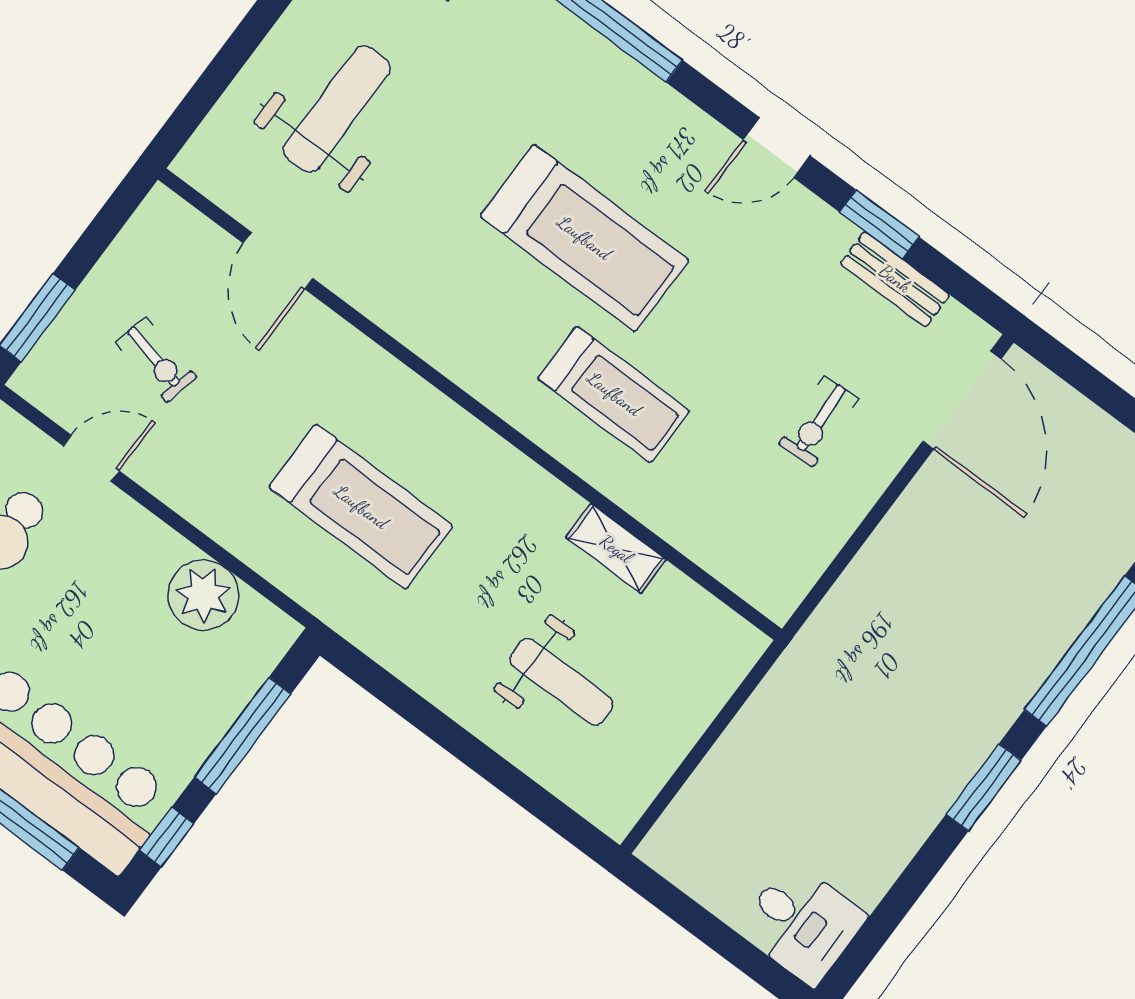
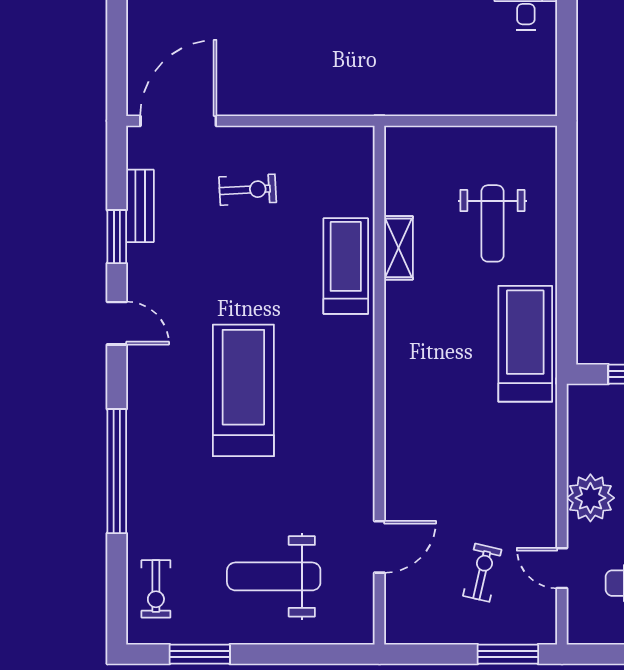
treadmill: (614, 394) -> (346, 266), moved
treadmill: (361, 507) -> (525, 344), moved
plant: (203, 595) -> (590, 498), moved
weight bench: (561, 682) -> (492, 223), turned 180

